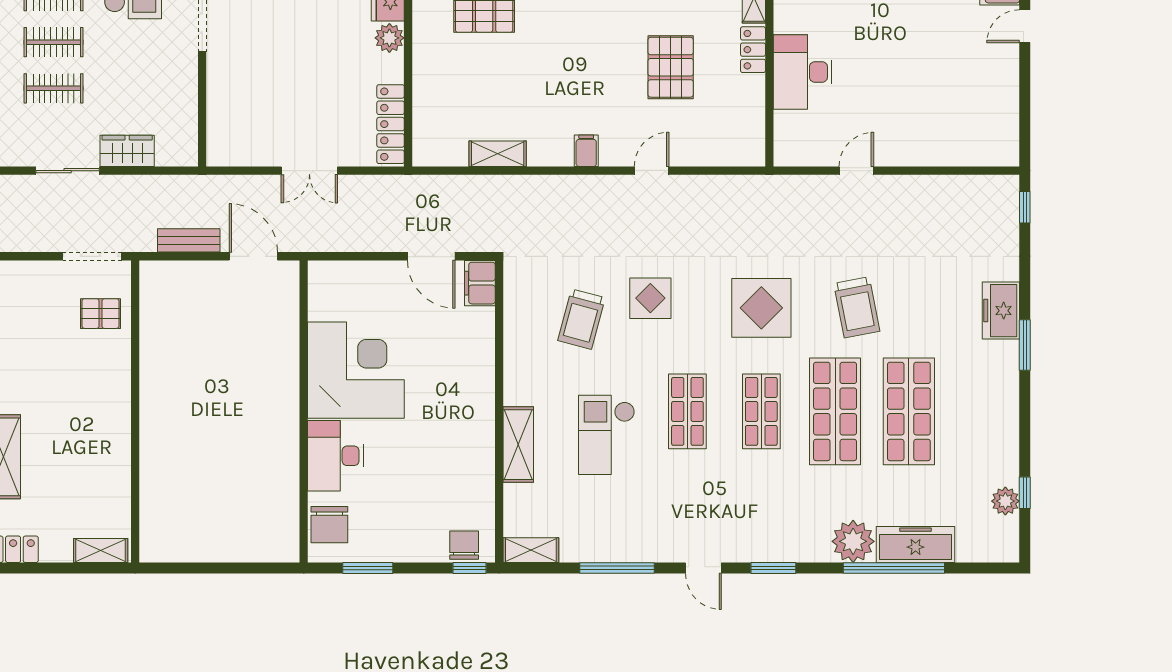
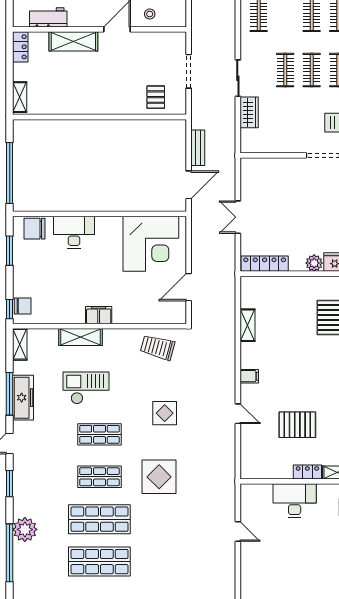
doorway: (92, 256) -> (189, 71), moved
filing cabinet: (480, 283) -> (99, 315), moved
trolley: (857, 307) -> (159, 532), removed
trolley: (581, 319) -> (158, 347), moved
corner desk: (356, 370) -> (151, 244), moved
freezer: (916, 544) -> (23, 398), moved
window: (233, 568) -> (10, 173), added

